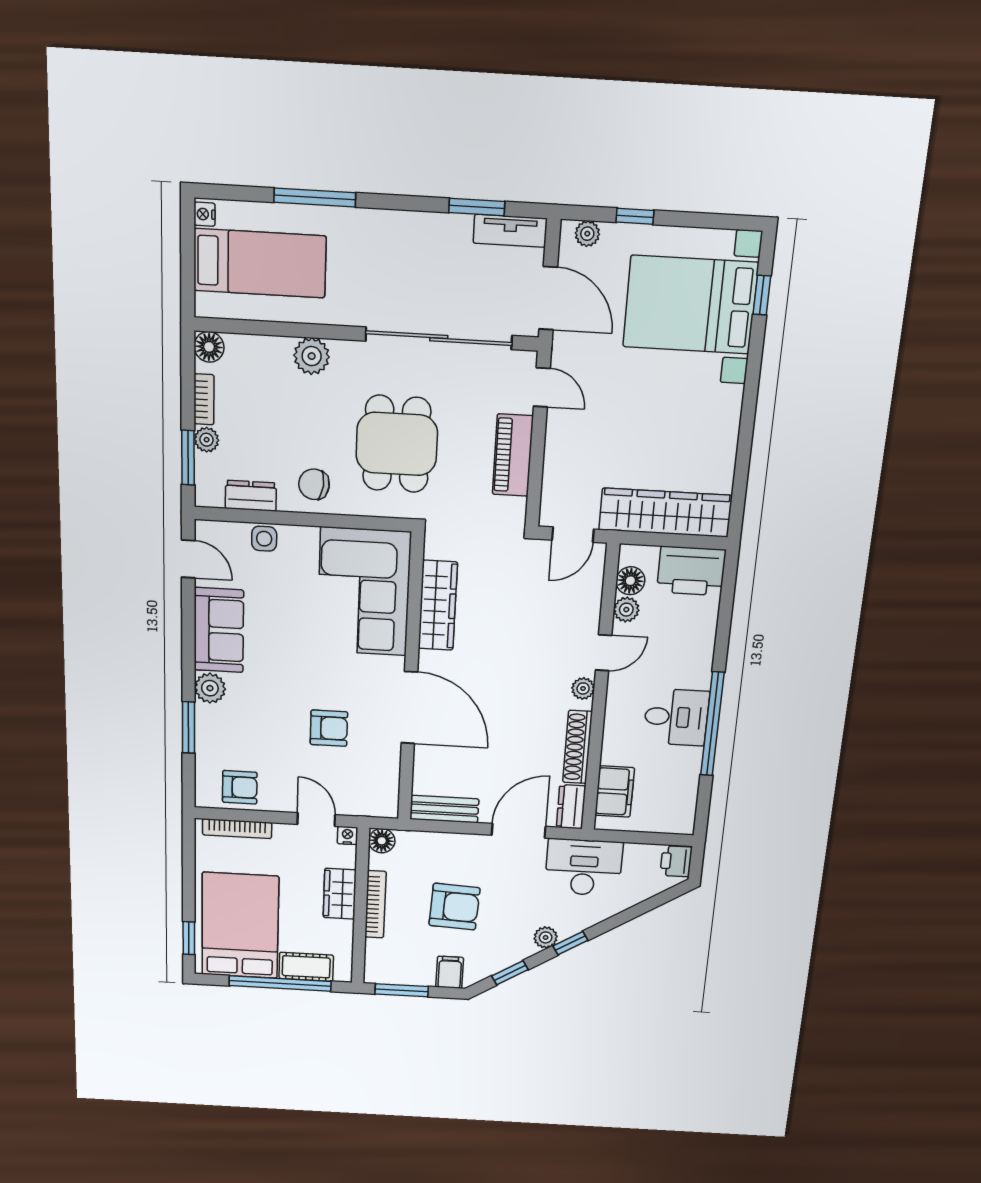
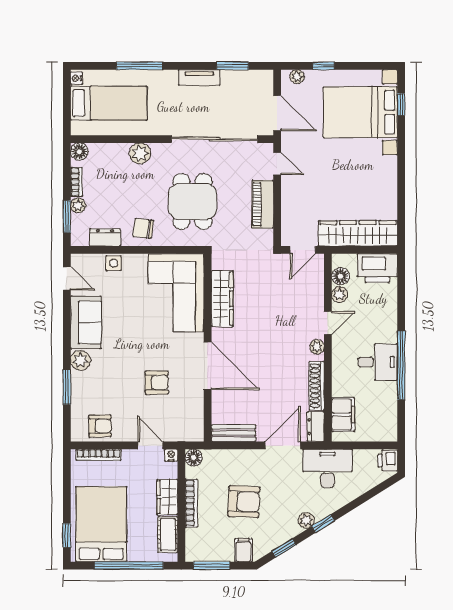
tv unit: (510, 231) -> (199, 78), moved
cot: (306, 967) -> (168, 535), moved, turned 90

